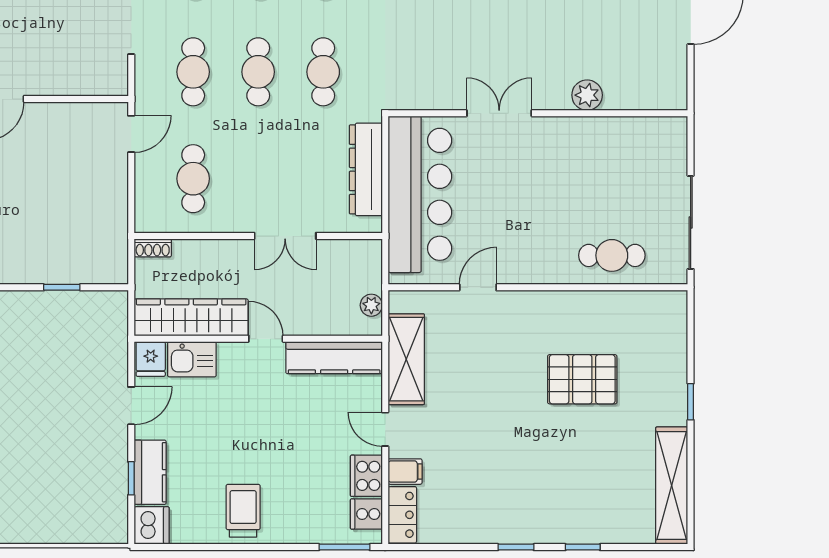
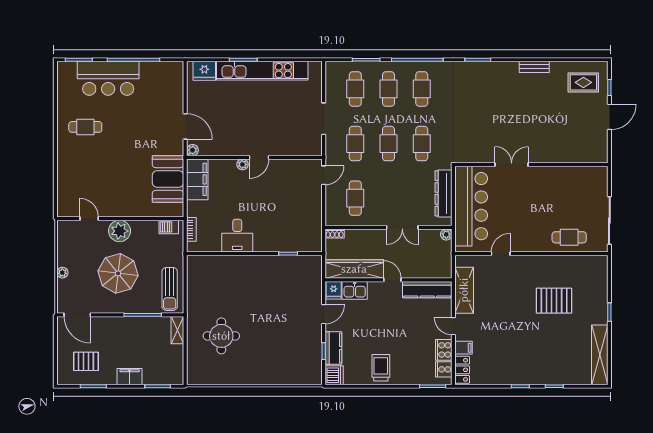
plant: (587, 95) -> (556, 155), removed
plant: (371, 305) -> (446, 234), moved

